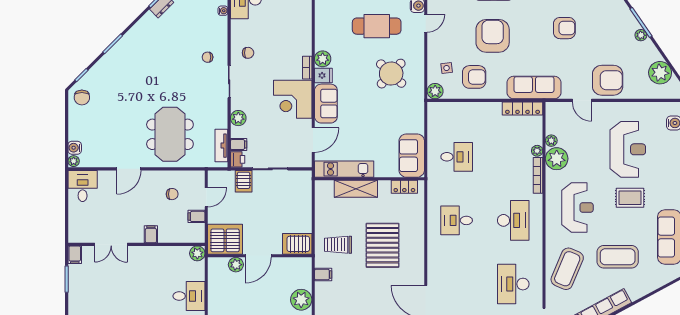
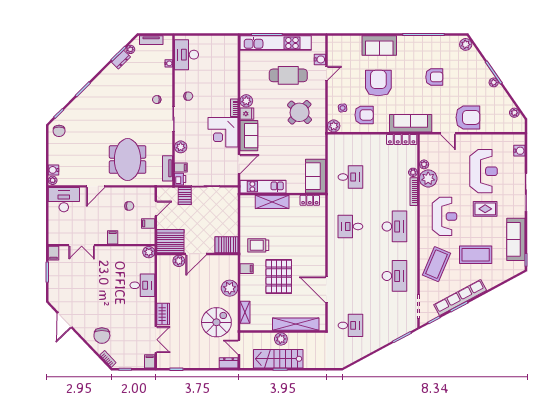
plant: (660, 73) -> (514, 113), width x0.53, depth x0.53
desk: (83, 186) -> (64, 200), width x1.37
pallet: (383, 245) -> (279, 276), moved
desk: (513, 284) -> (394, 276), turned 180

